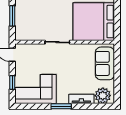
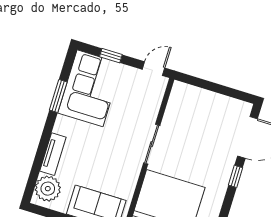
window: (12, 16) -> (214, 87), removed
window: (61, 106) -> (58, 96), moved

